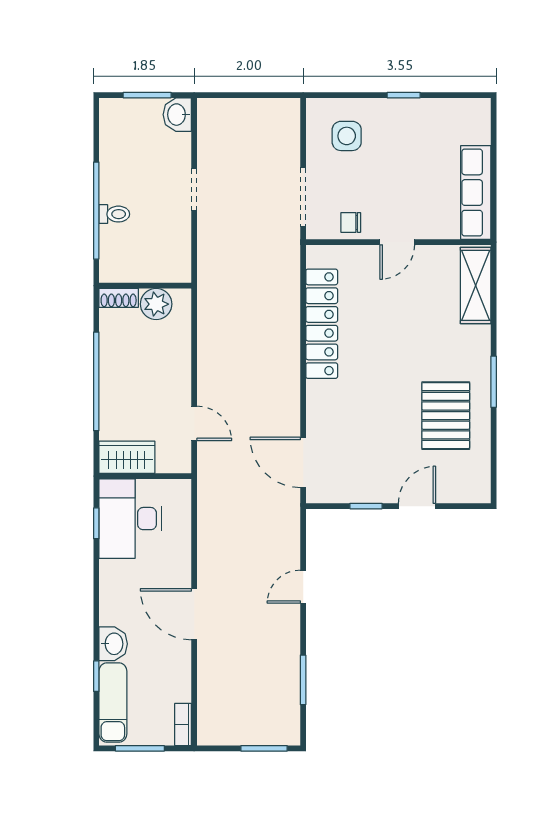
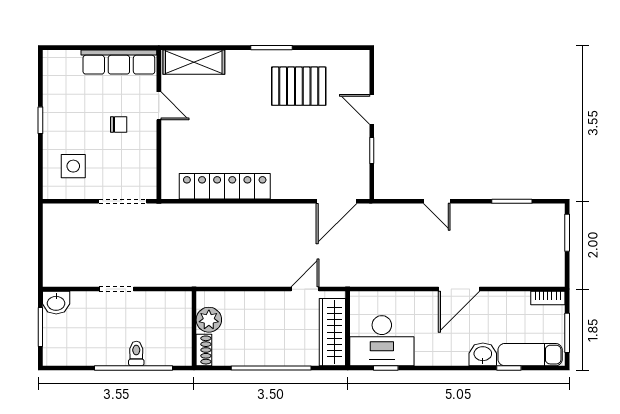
chair: (351, 222) -> (119, 125), moved, turned -90
door: (397, 242) -> (159, 106), moved
wardrobe: (127, 457) -> (332, 332), width x1.50

